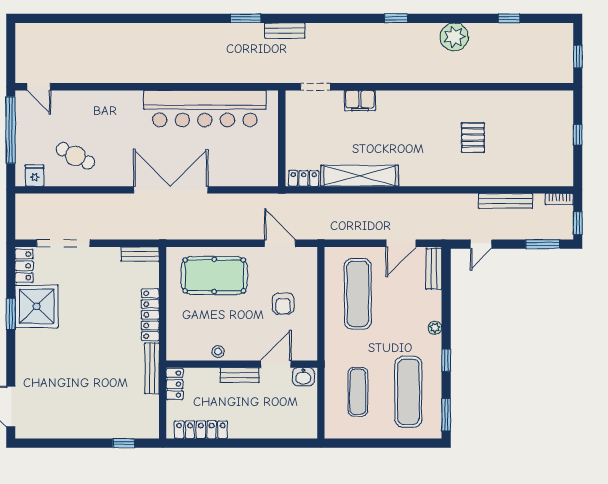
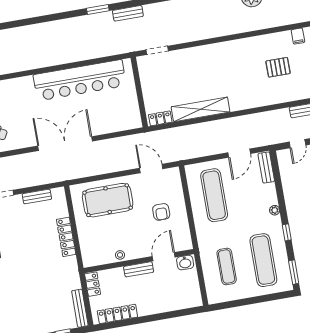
filing cabinet: (360, 101) -> (298, 36), moved, width x0.50
pallet: (473, 138) -> (278, 67), turned 90
bench: (140, 254) -> (37, 197), moved
bench: (152, 368) -> (80, 308), moved

